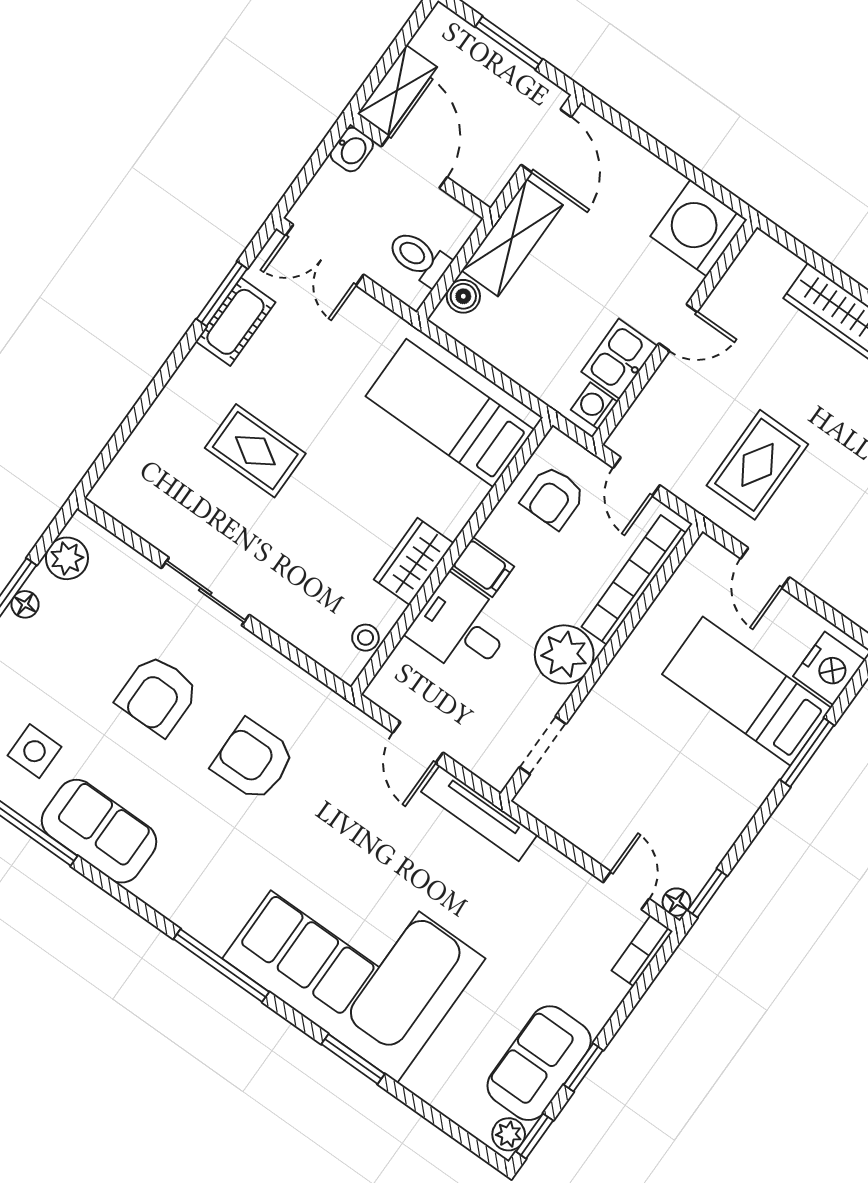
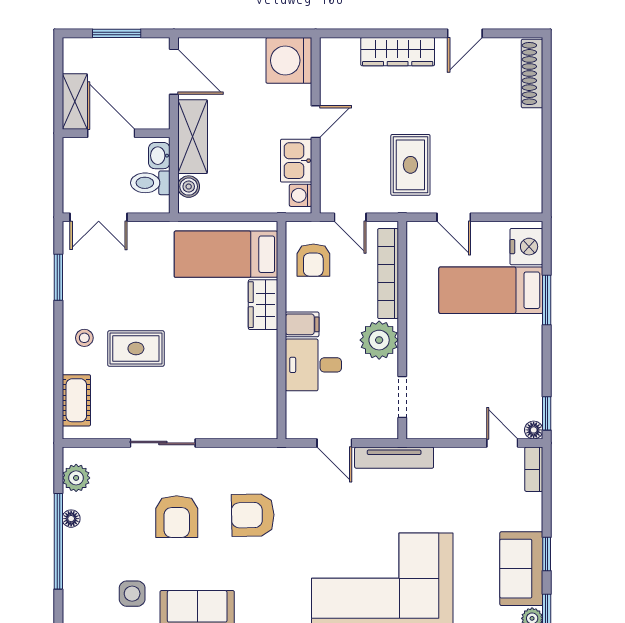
washbasin: (352, 149) -> (159, 156), moved, turned 180
cot: (235, 322) -> (76, 400), moved
wardrobe: (414, 561) -> (263, 305), moved
stool: (365, 638) -> (84, 338), moved

